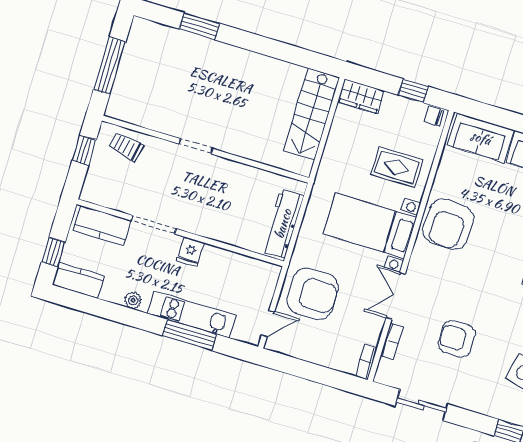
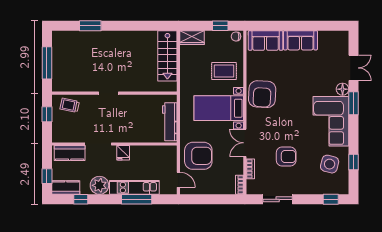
plant: (133, 300) -> (99, 185), width x1.88, depth x1.88
window: (97, 307) -> (81, 199), added
door: (268, 324) -> (178, 180), hinge flipped
armchair: (457, 339) -> (286, 157), turned 180

